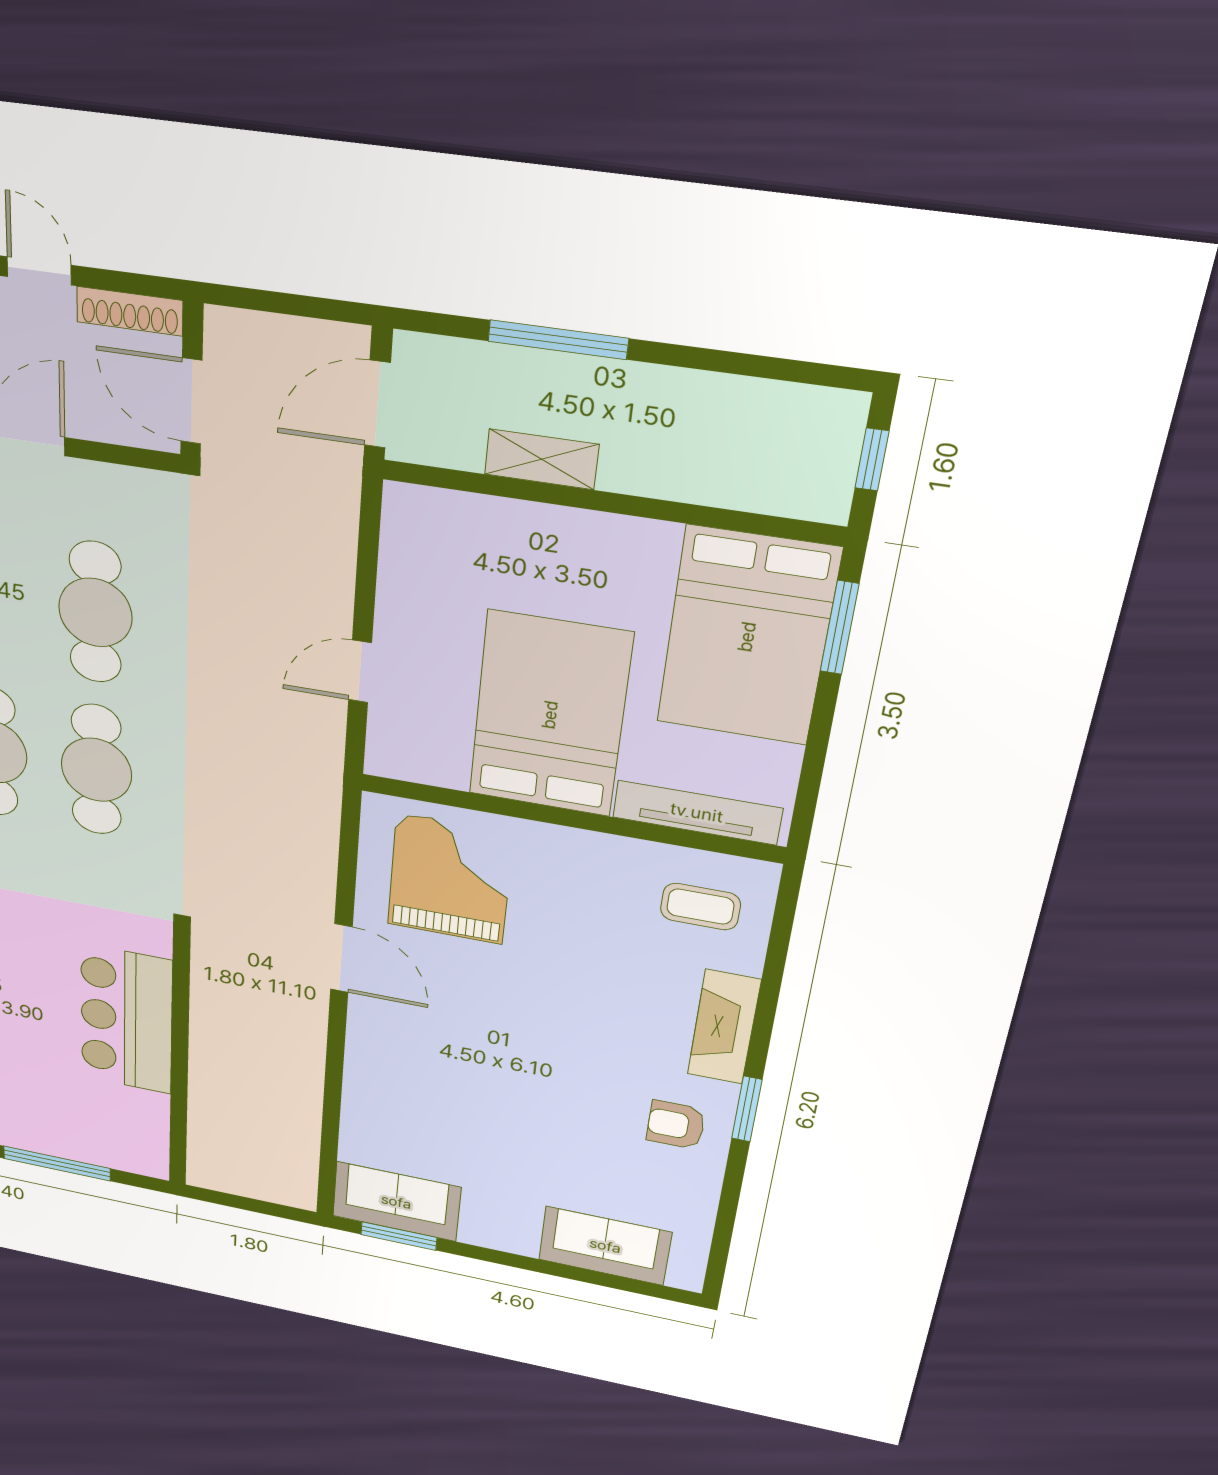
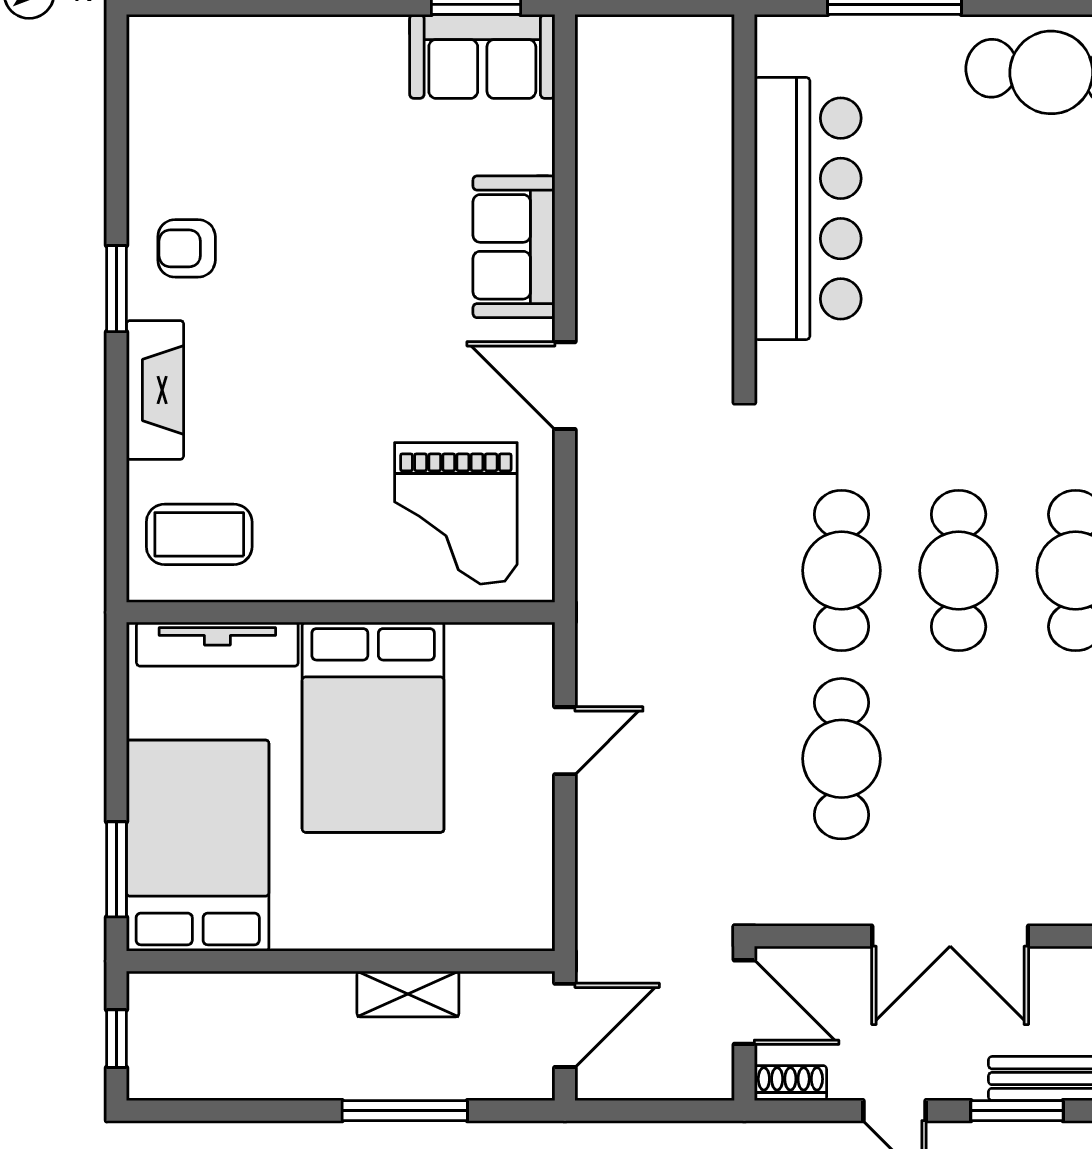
shoe rack: (130, 311) -> (790, 1083), width x0.70
coffee table: (700, 907) -> (199, 534), width x1.36, depth x1.30
bar counter: (126, 1020) -> (808, 209), width x1.36
armchair: (676, 1125) -> (187, 248), turned 180
sofa: (605, 1246) -> (514, 247), moved, turned 90

